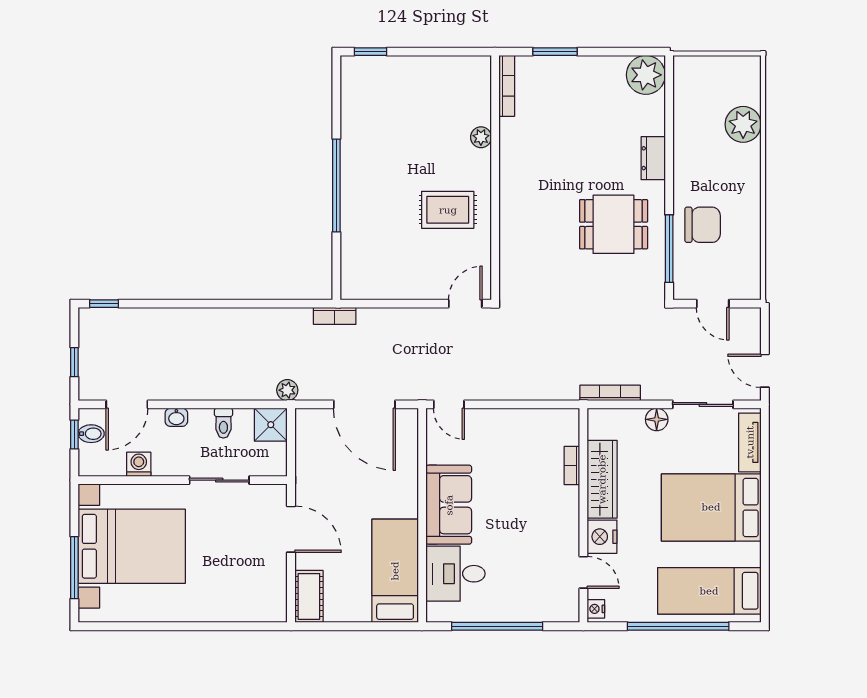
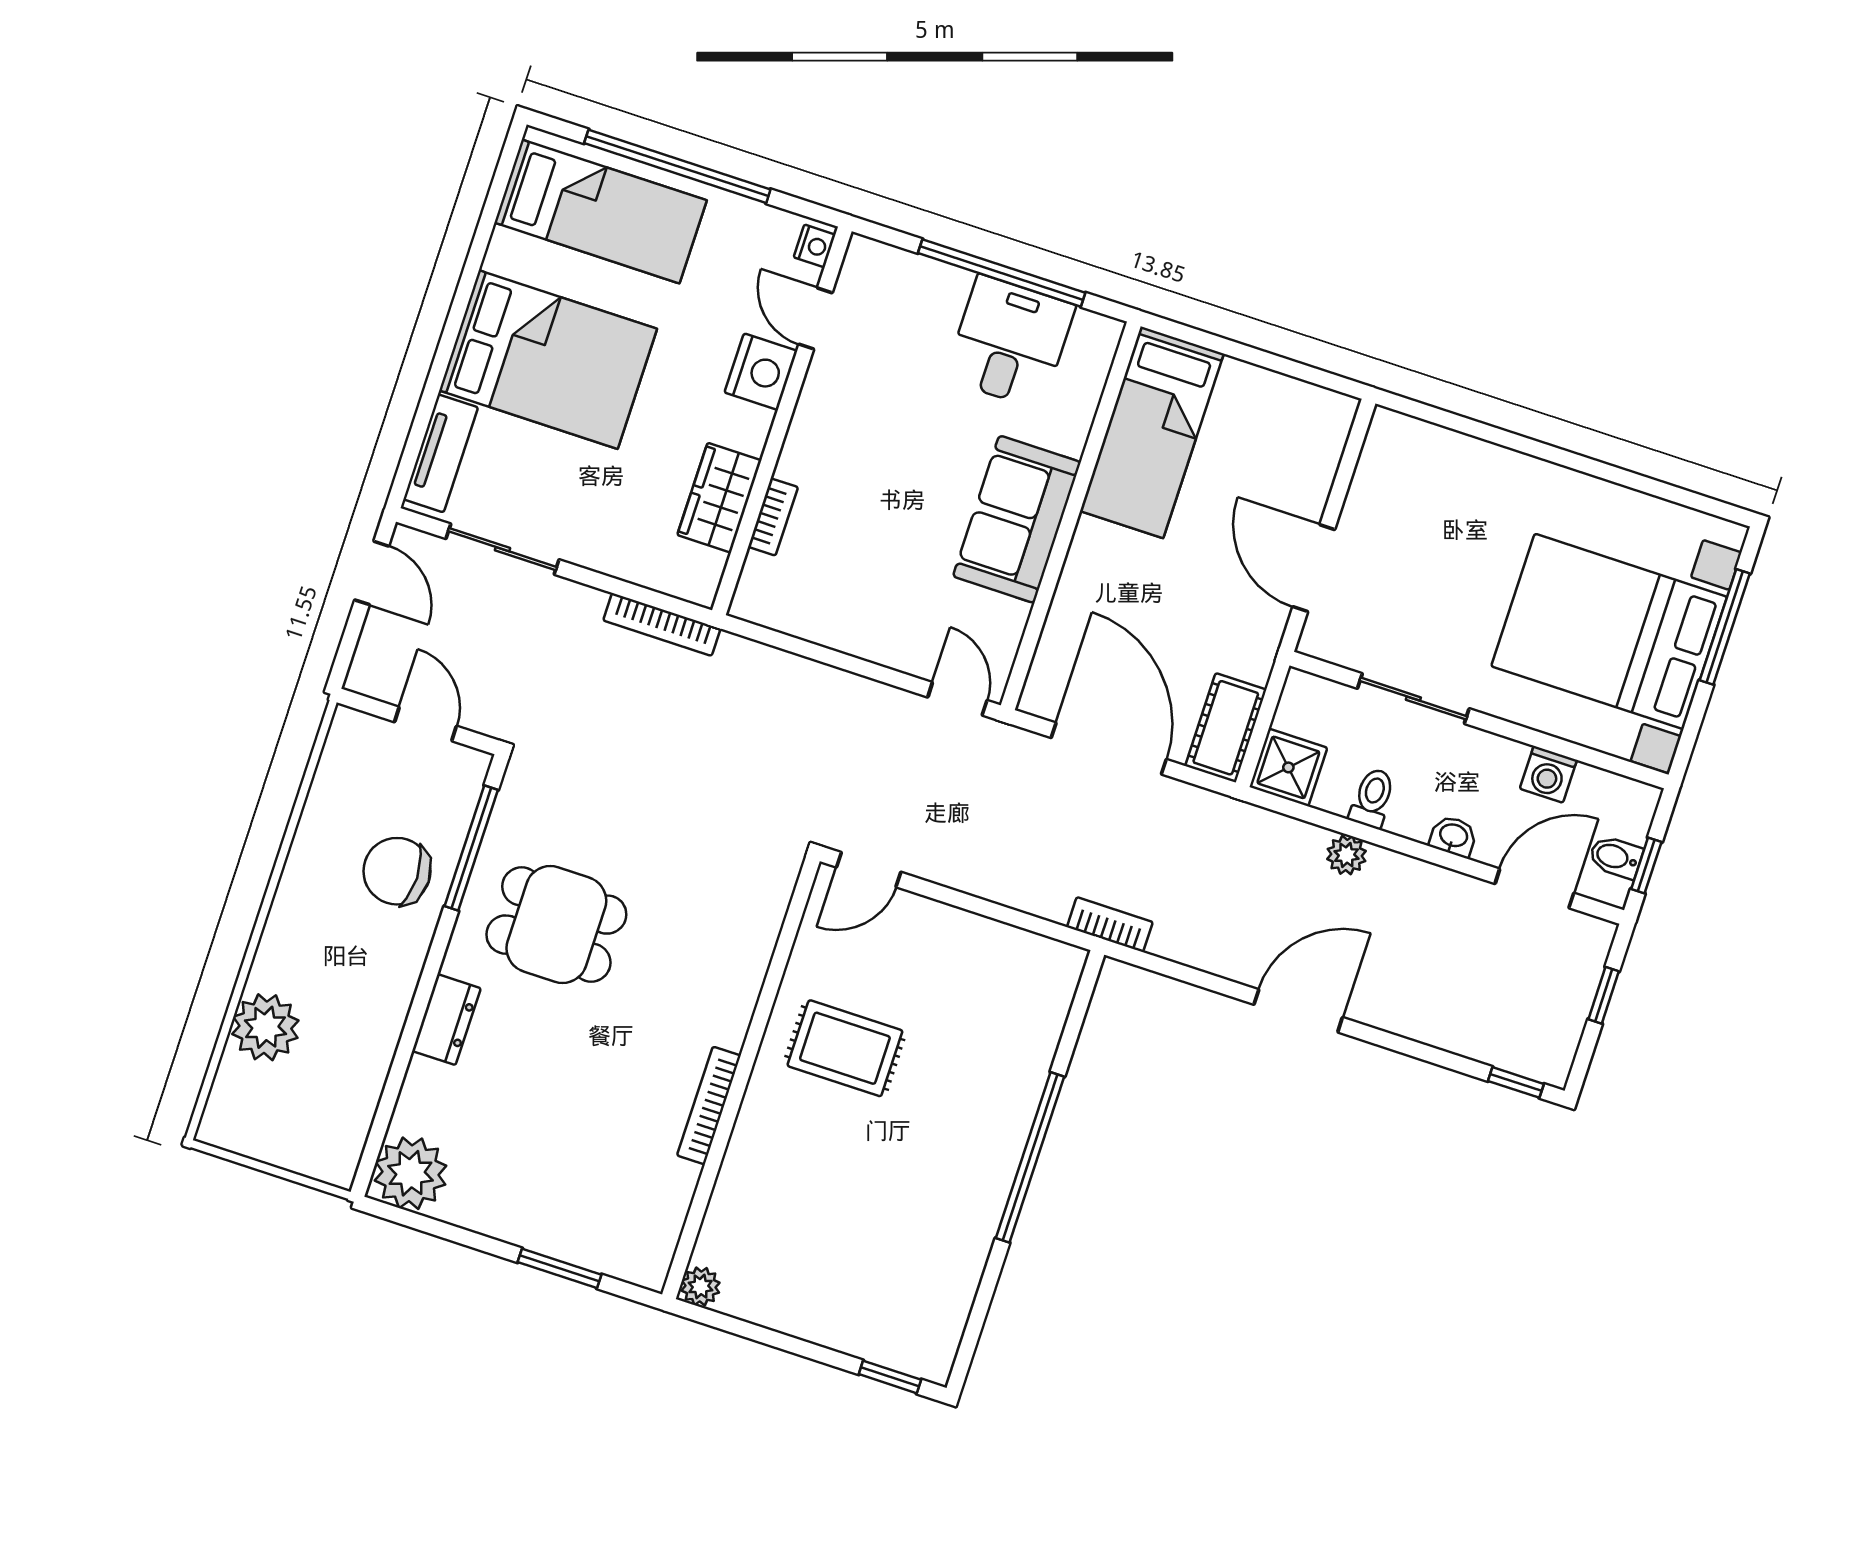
bookcase: (507, 86) -> (709, 1106), moved
plant: (481, 137) -> (700, 1287), moved
door: (226, 304) -> (1298, 1011), added
plant: (287, 390) -> (1346, 855), moved
floor lamp: (657, 419) -> (594, 549), removed
wardrobe: (602, 479) -> (719, 498), width x0.67
desk: (455, 574) -> (1010, 342), moved, turned -90
cot: (309, 596) -> (1226, 728), moved

